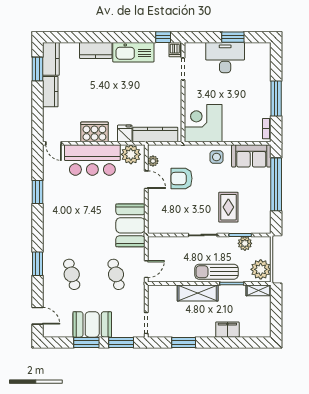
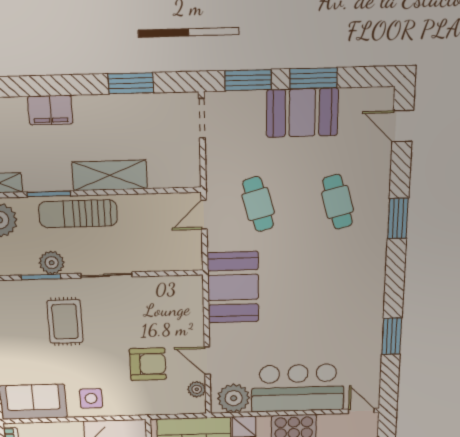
plant: (245, 243) -> (52, 263), moved
sun lounger: (216, 272) -> (78, 214), turned 180

